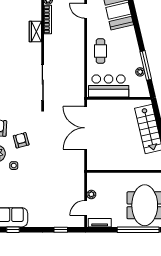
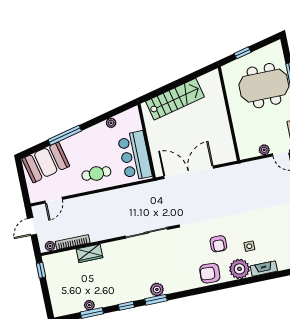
window: (146, 65) -> (65, 135), moved
double door: (86, 128) -> (189, 172), swing flipped
armchair: (21, 140) -> (218, 244), turned -74

